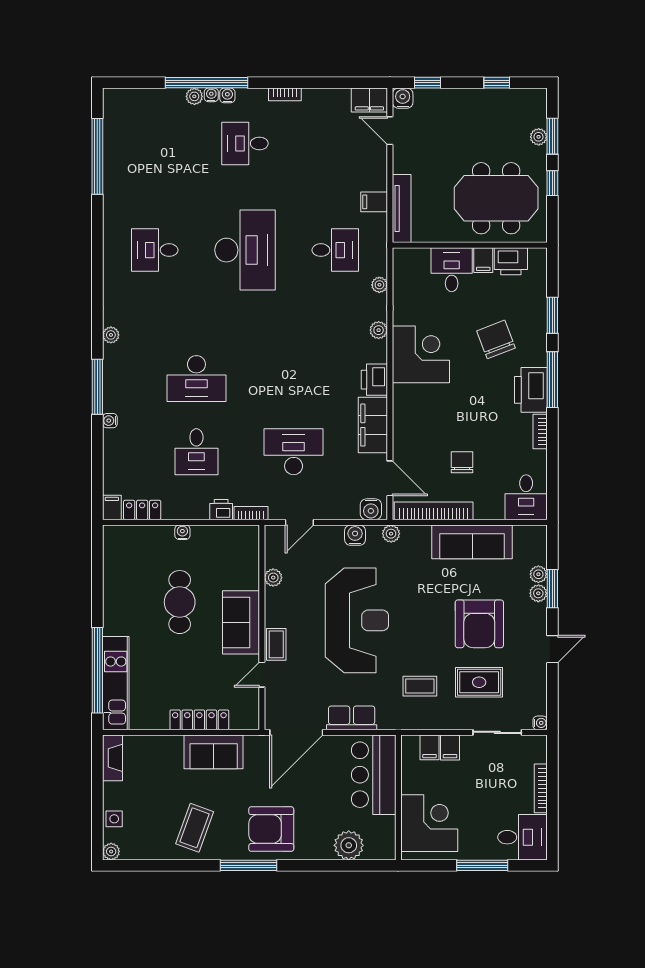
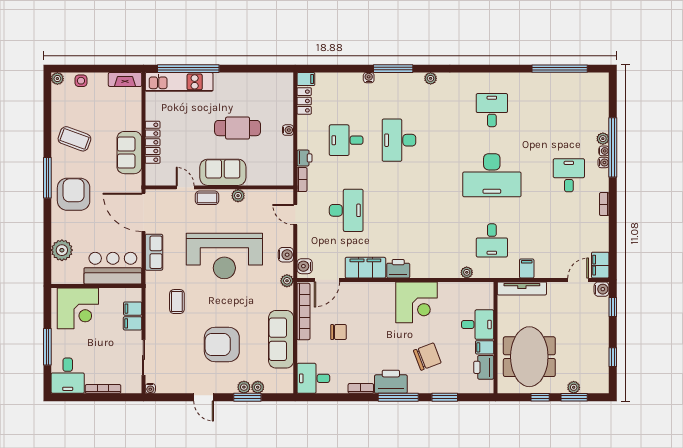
plant: (379, 330) -> (434, 272), removed
plant: (273, 578) -> (238, 196), moved
rug: (479, 682) -> (180, 344), removed

